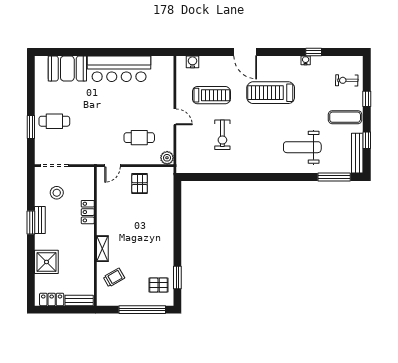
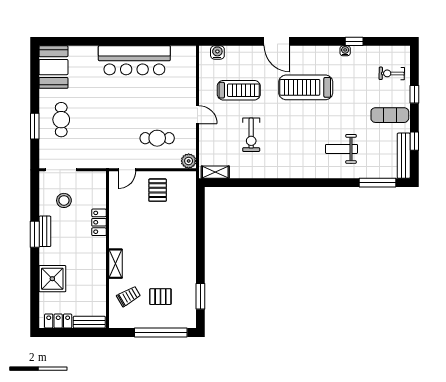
booth: (67, 68) -> (53, 67), moved, turned 90
cafe table: (54, 121) -> (61, 120), turned 90
weight bench: (302, 147) -> (341, 149), width x0.73, depth x0.75
shelving: (191, 168) -> (215, 172), added
pallet: (159, 285) -> (160, 297), moved

